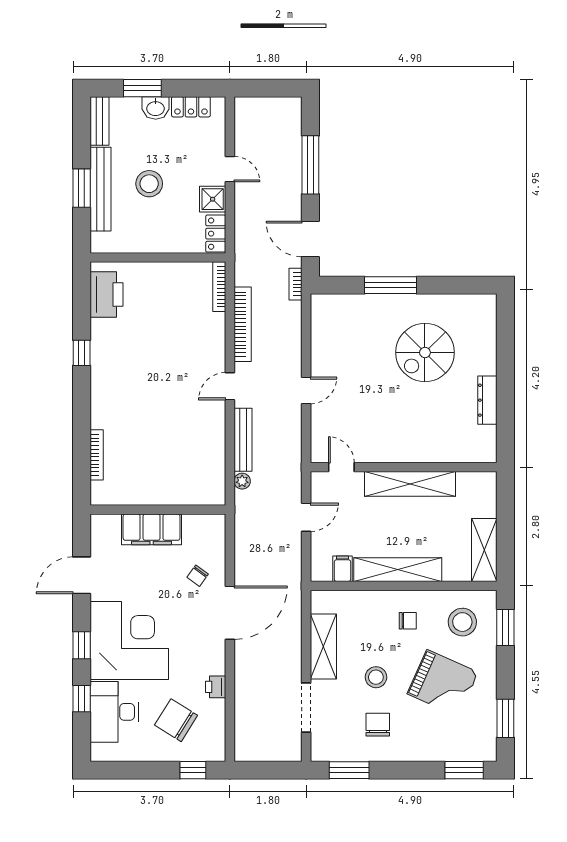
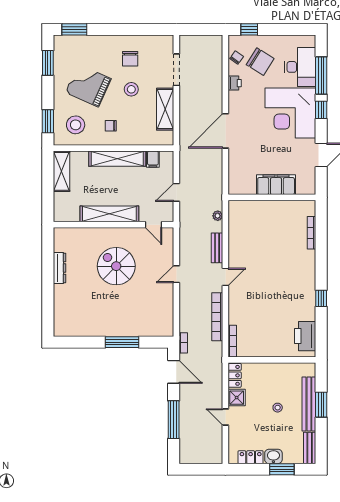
stool: (149, 184) -> (278, 408), width x0.53, depth x0.53
spiral stairs: (425, 352) -> (116, 266), moved, turned -90
bench: (243, 440) -> (217, 248), width x0.73
chair: (198, 576) -> (237, 58), moved
window: (82, 699) -> (321, 75), width x2.17
window: (349, 770) -> (149, 29), removed

